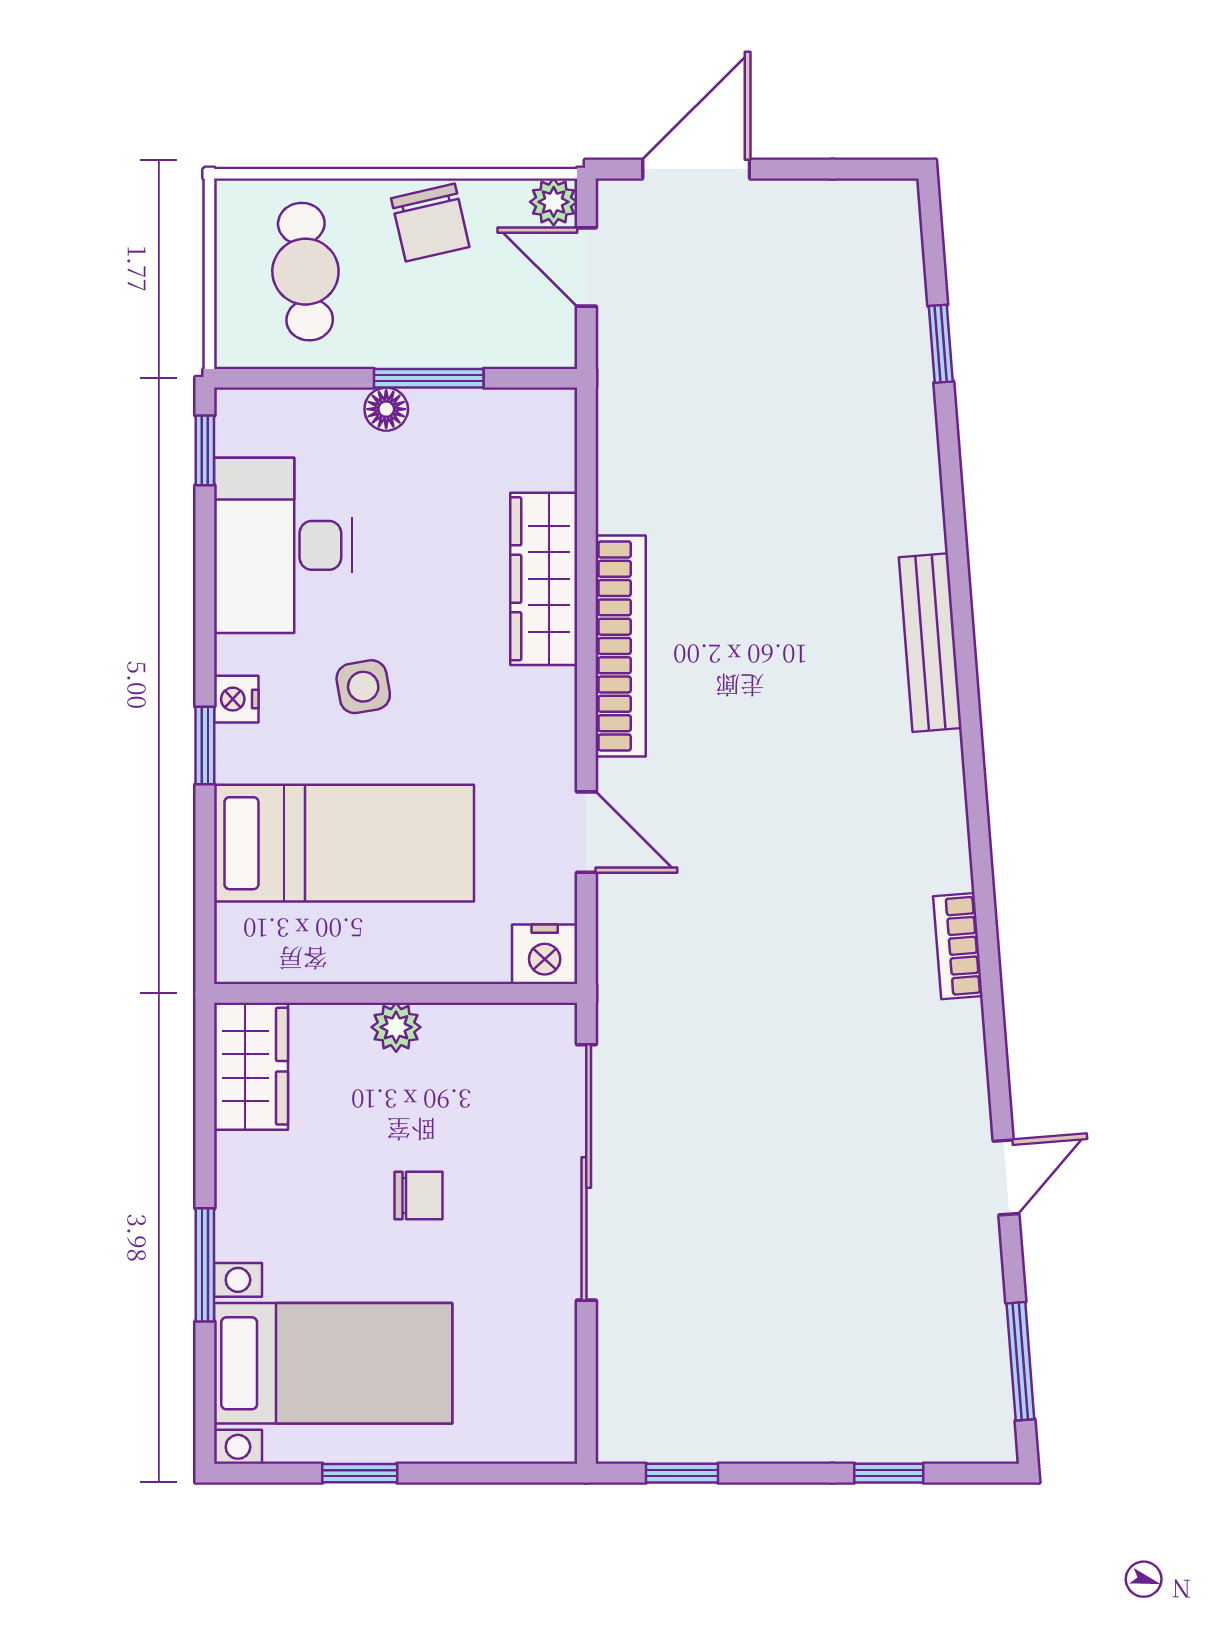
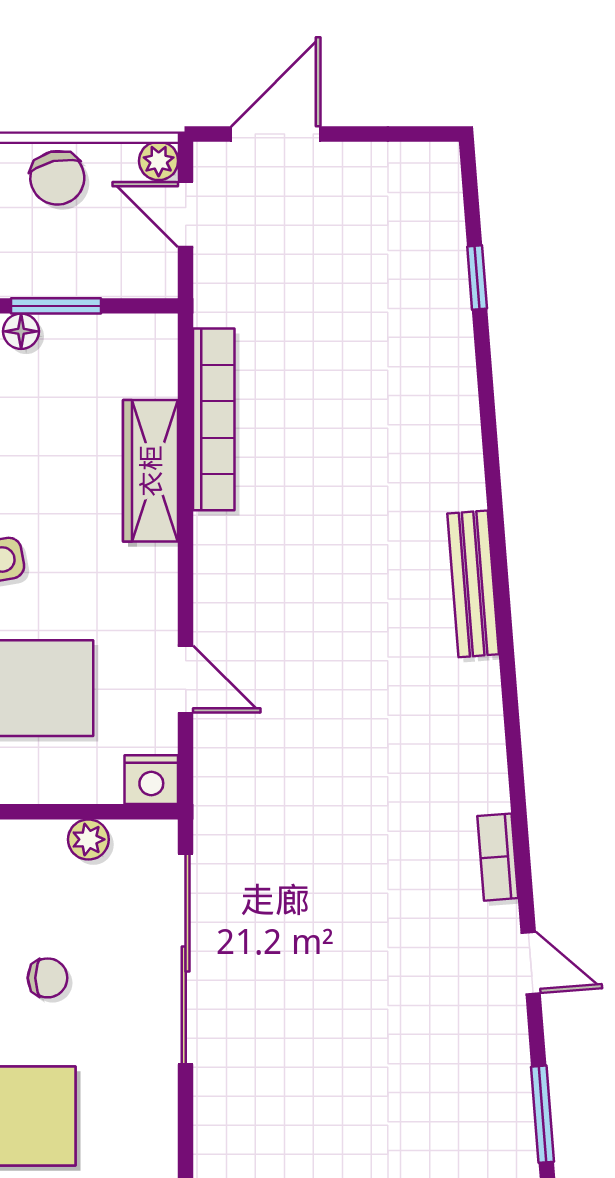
bench: (930, 643) -> (473, 584), moved
bookcase: (621, 646) -> (214, 419), moved
bookcase: (958, 946) -> (498, 857), moved
plant: (396, 1027) -> (88, 839), moved
door: (1006, 1177) -> (531, 963), hinge flipped

